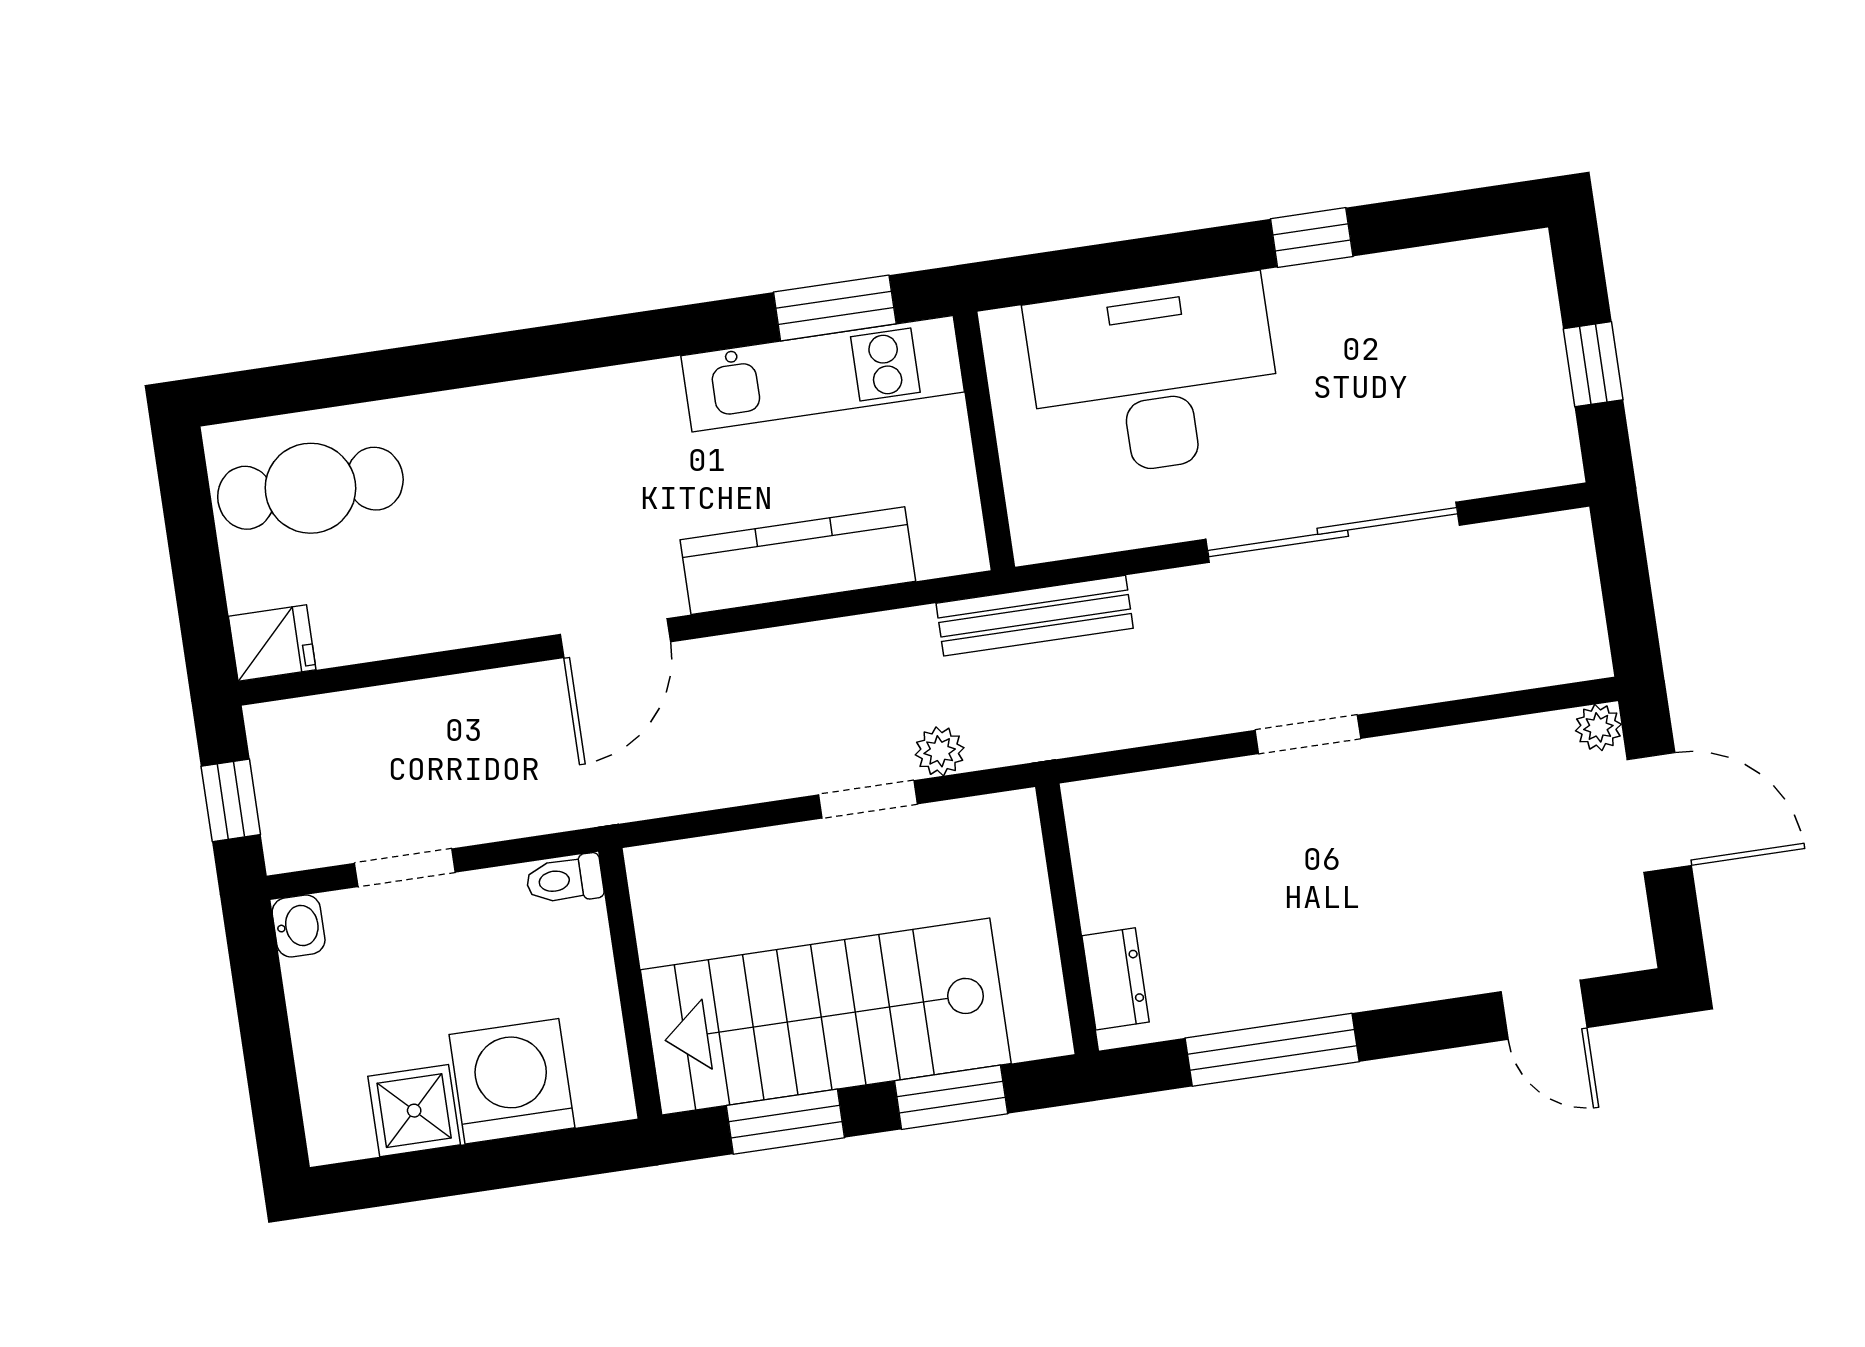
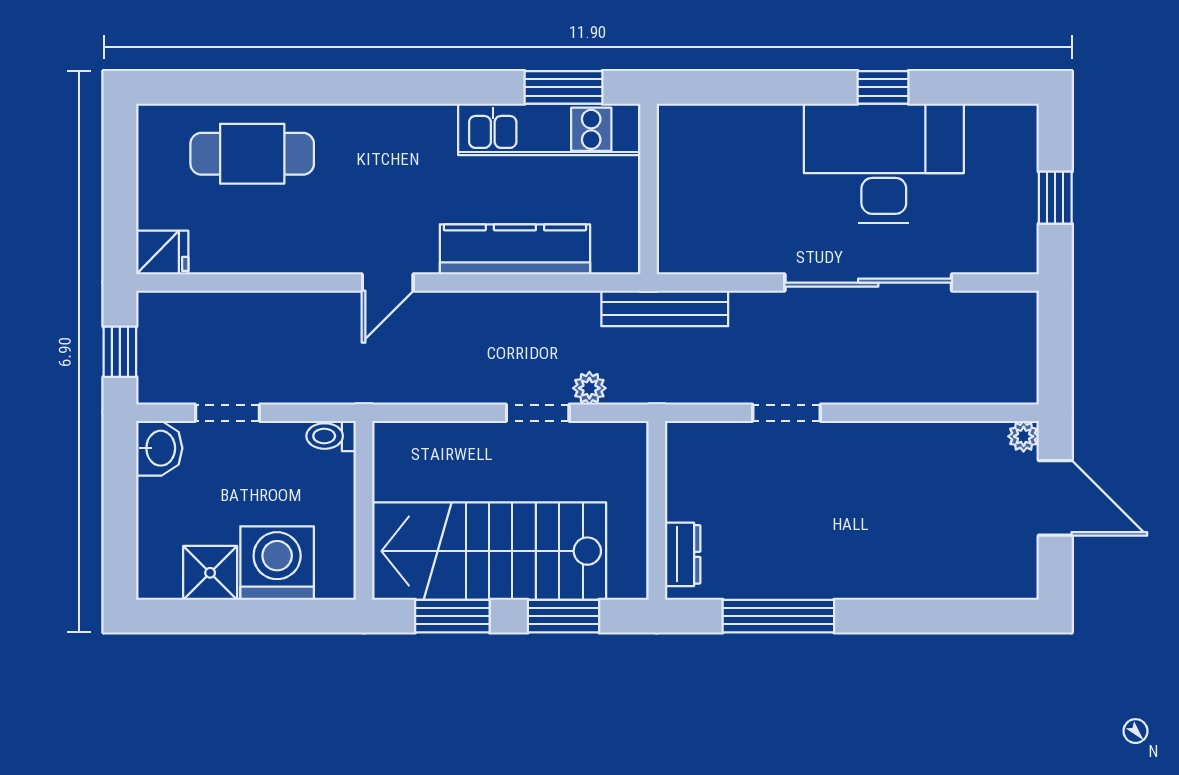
desk: (1154, 377) -> (884, 164), moved
cafe table: (310, 488) -> (252, 154), moved
door: (615, 638) -> (388, 283), width x0.73
doorway: (1308, 734) -> (786, 413), moved
washbasin: (299, 926) -> (159, 448), width x1.38, depth x1.45
door: (1544, 1010) -> (961, 616), removed

